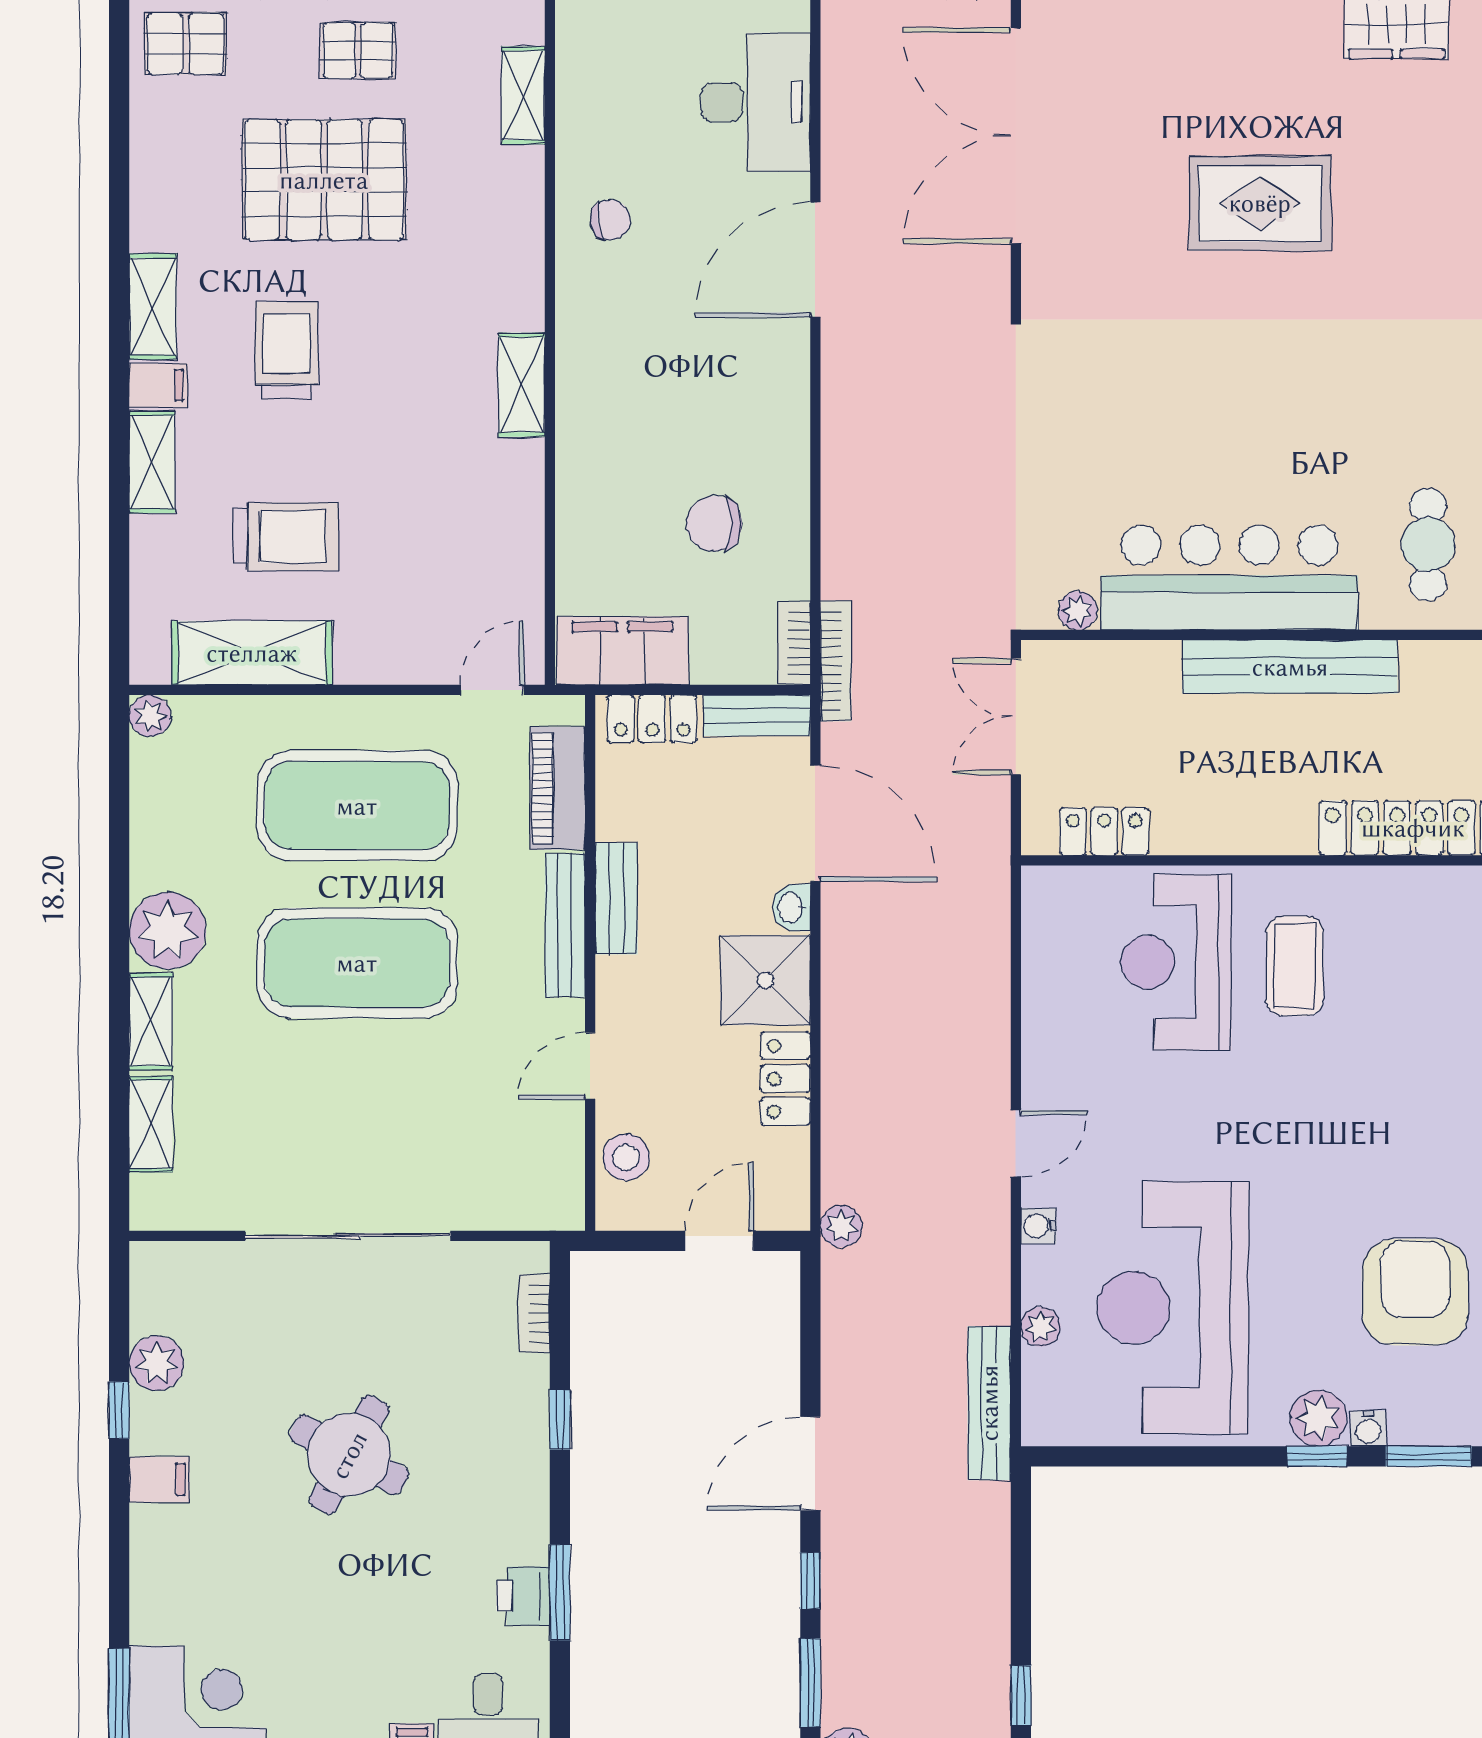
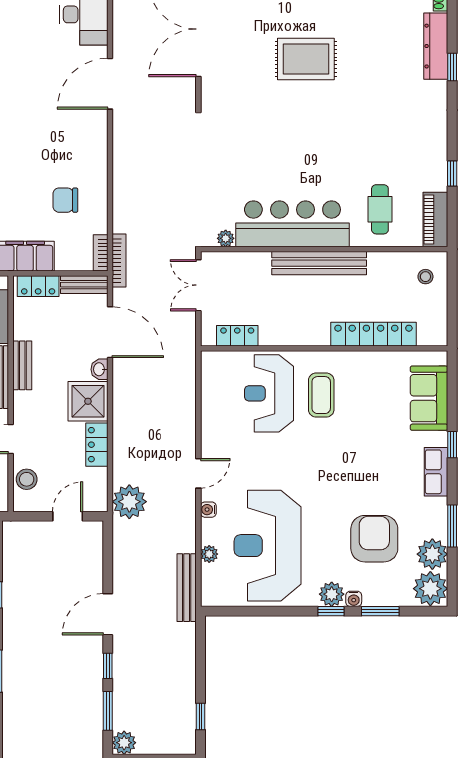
chair: (610, 220) -> (20, 66), removed
plant: (841, 1226) -> (129, 502), width x1.88, depth x1.88

